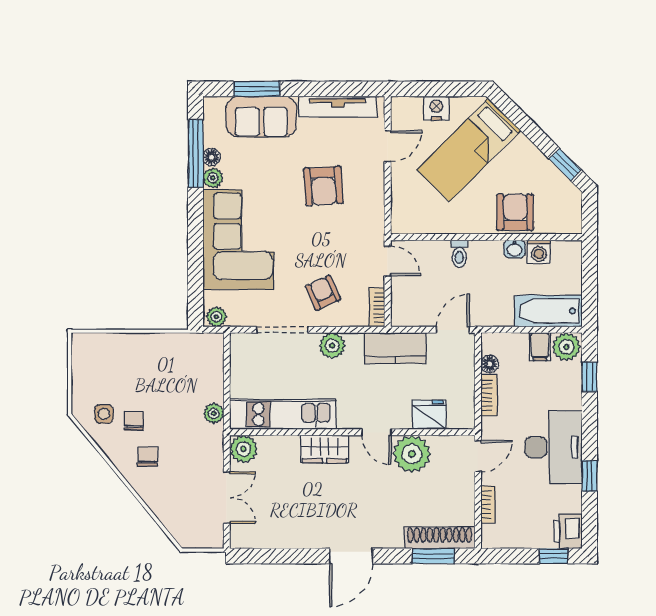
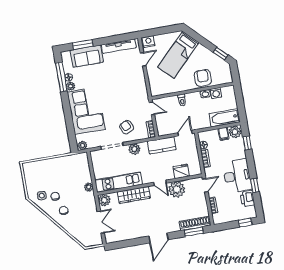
nightstand: (436, 108) -> (148, 42), moved
armchair: (323, 186) -> (119, 81), removed
wardrobe: (325, 449) -> (134, 195), width x1.50
printer: (568, 531) -> (247, 199), moved

